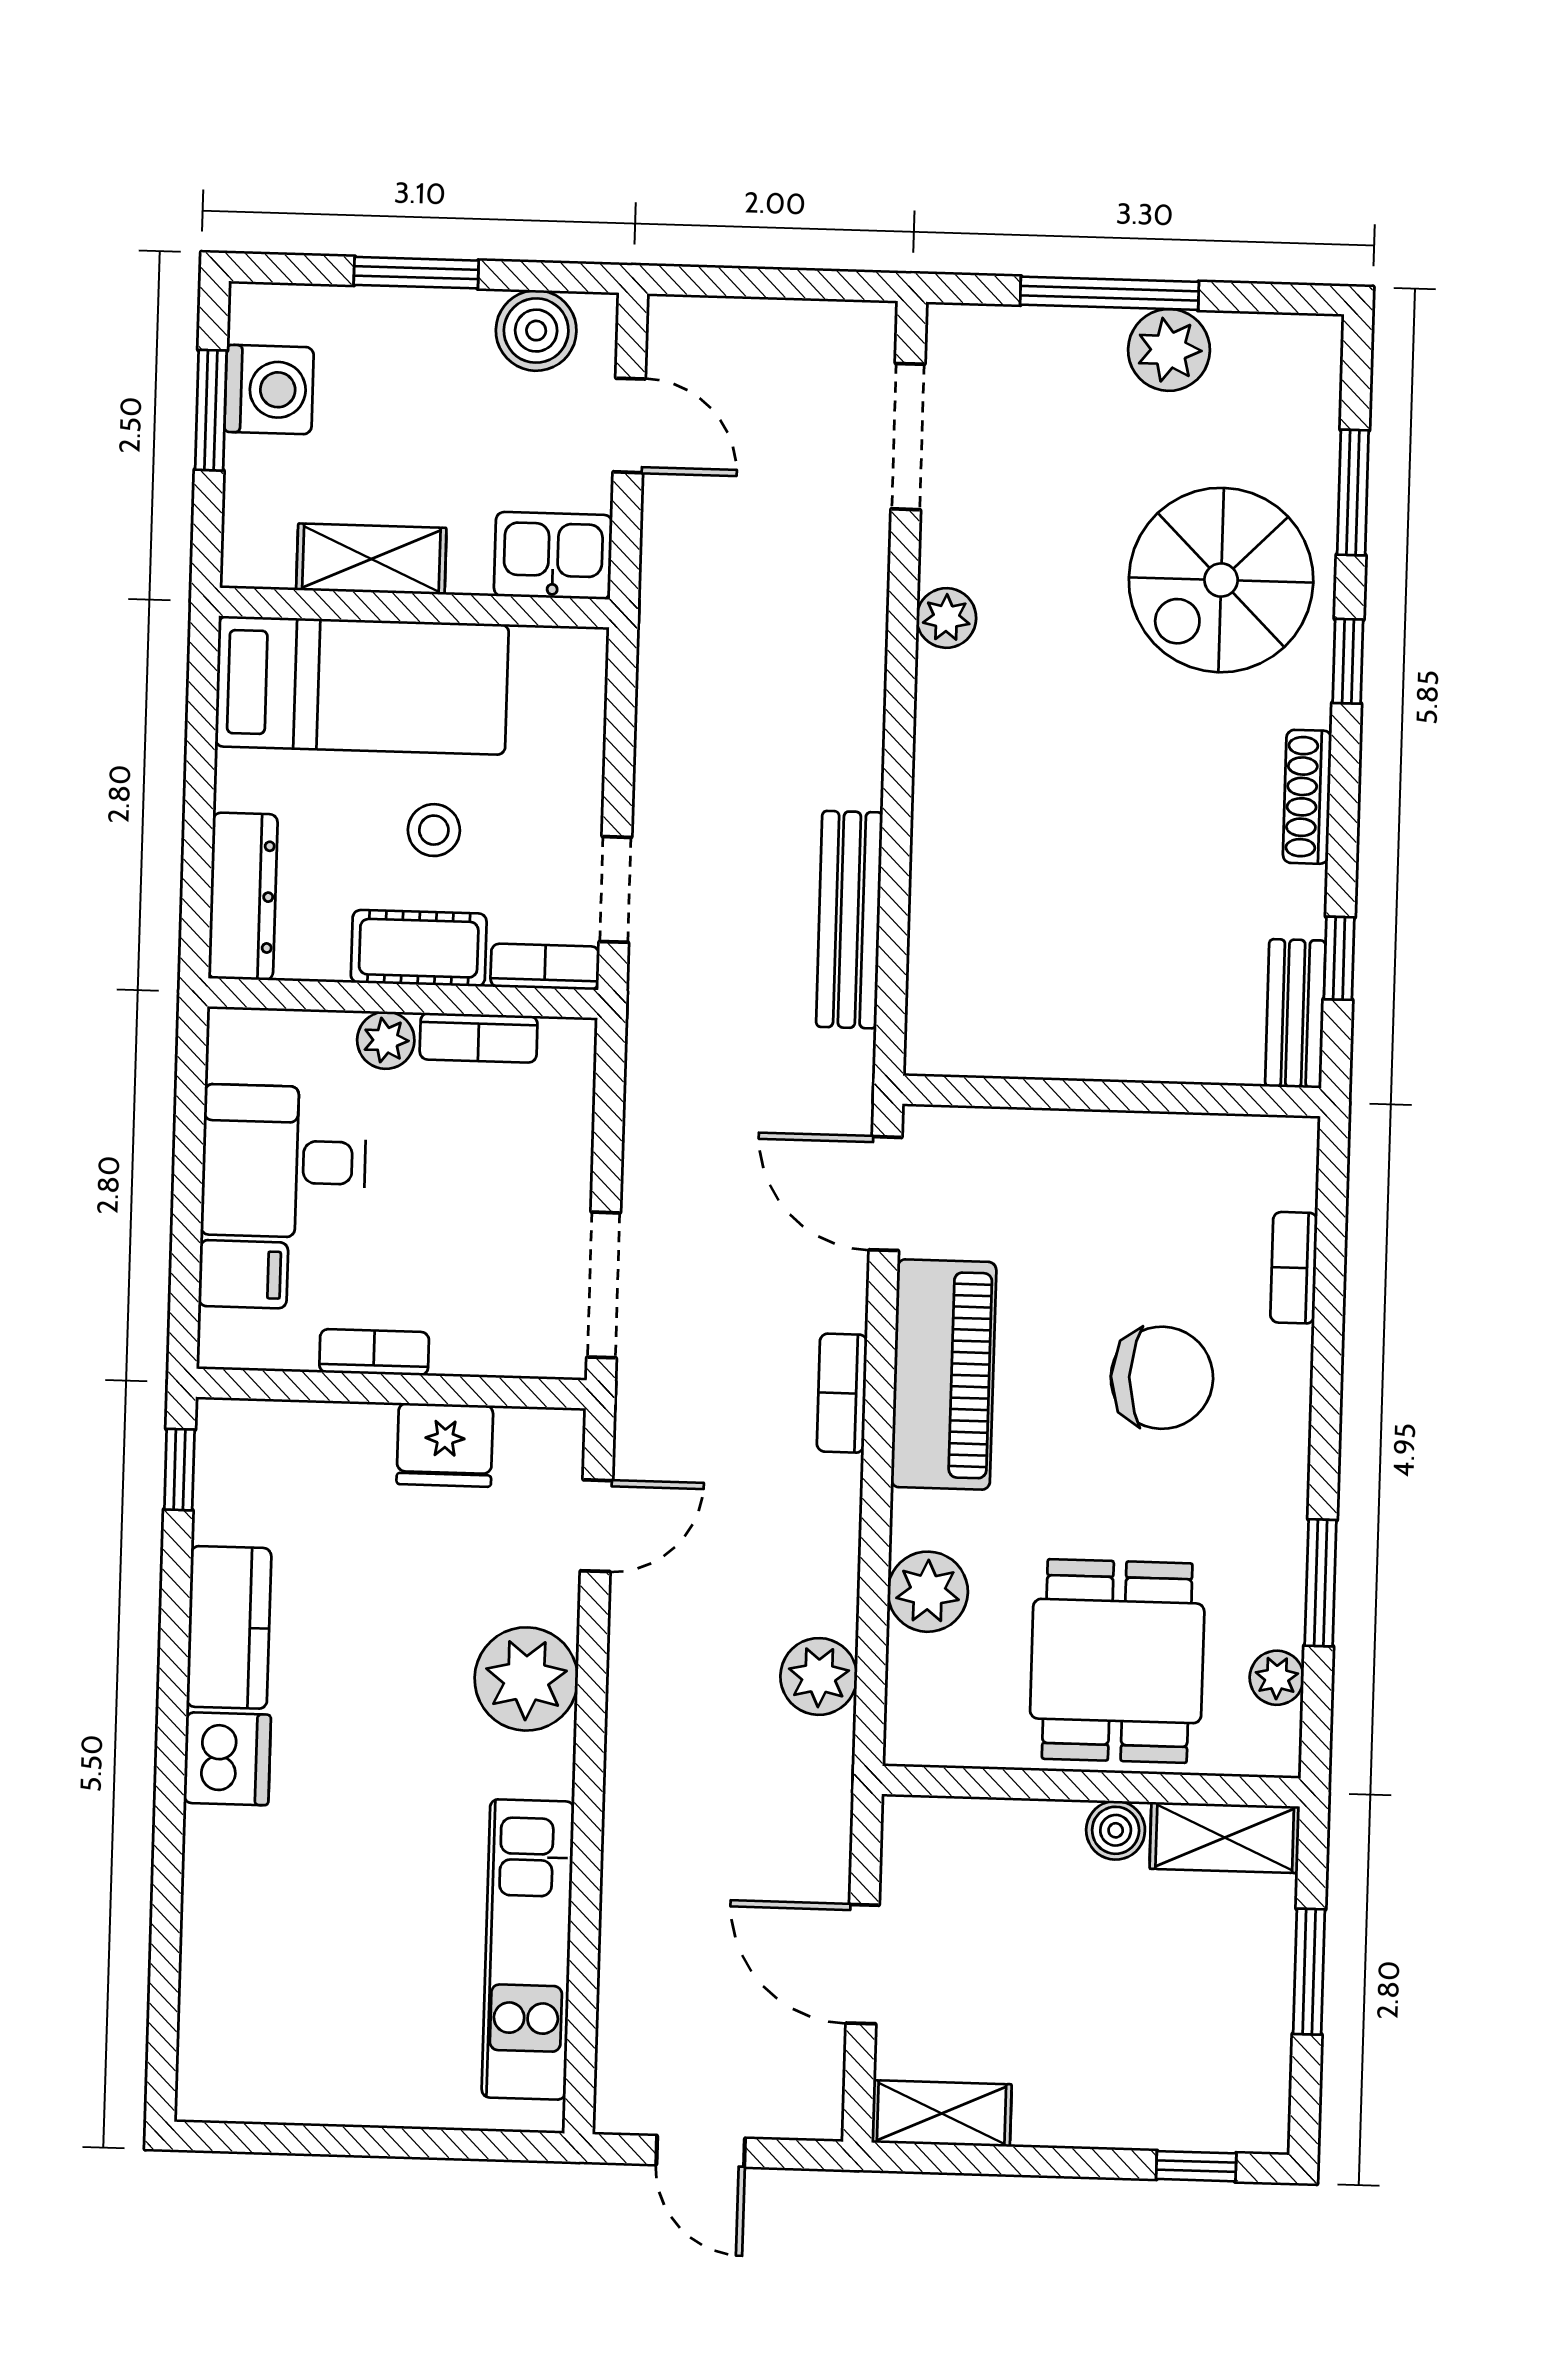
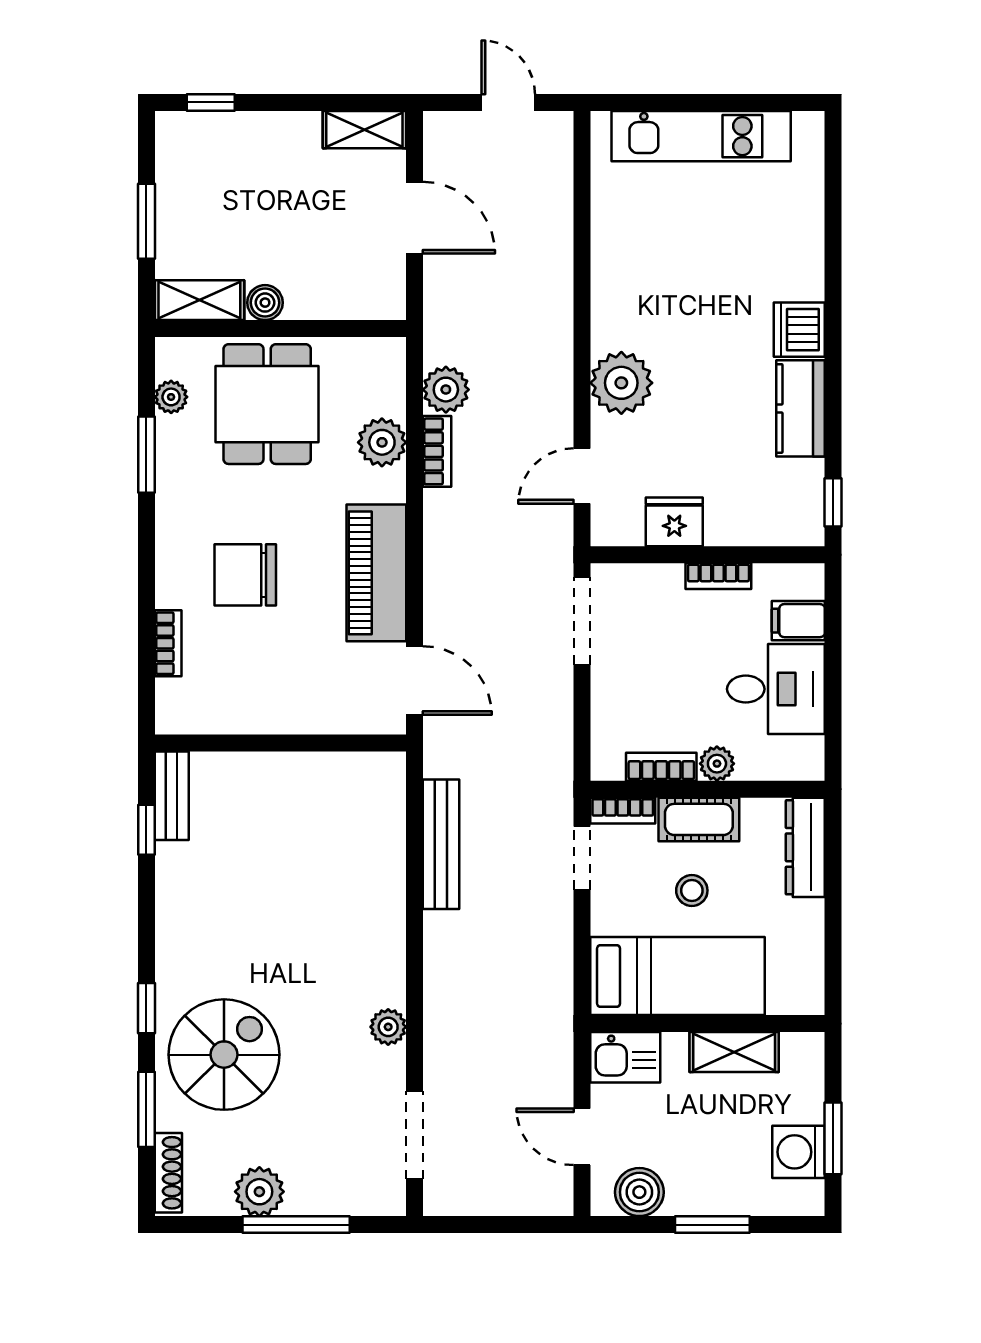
bed: (362, 685) -> (677, 976), moved, turned 180
shoe rack: (1307, 797) -> (168, 1173), moved
bookcase: (842, 1393) -> (437, 451), moved
kitchen unit: (528, 1949) -> (701, 136), moved, turned 90

